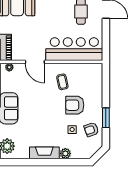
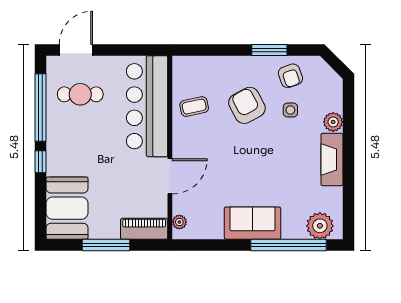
coffee table: (62, 82) -> (194, 107), moved
armchair: (75, 105) -> (247, 105), turned 152

